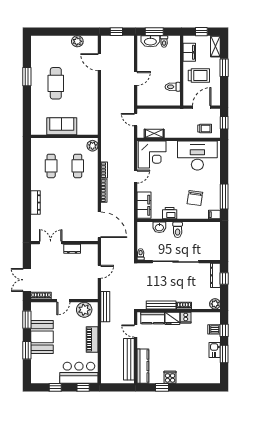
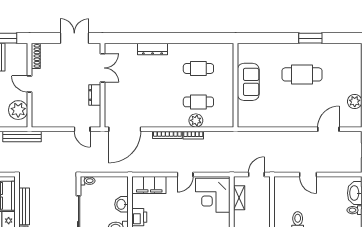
plant: (93, 146) -> (196, 120), moved
door: (136, 177) -> (185, 174), hinge flipped
door: (99, 272) -> (82, 129), moved
double door: (27, 280) -> (74, 38), moved

